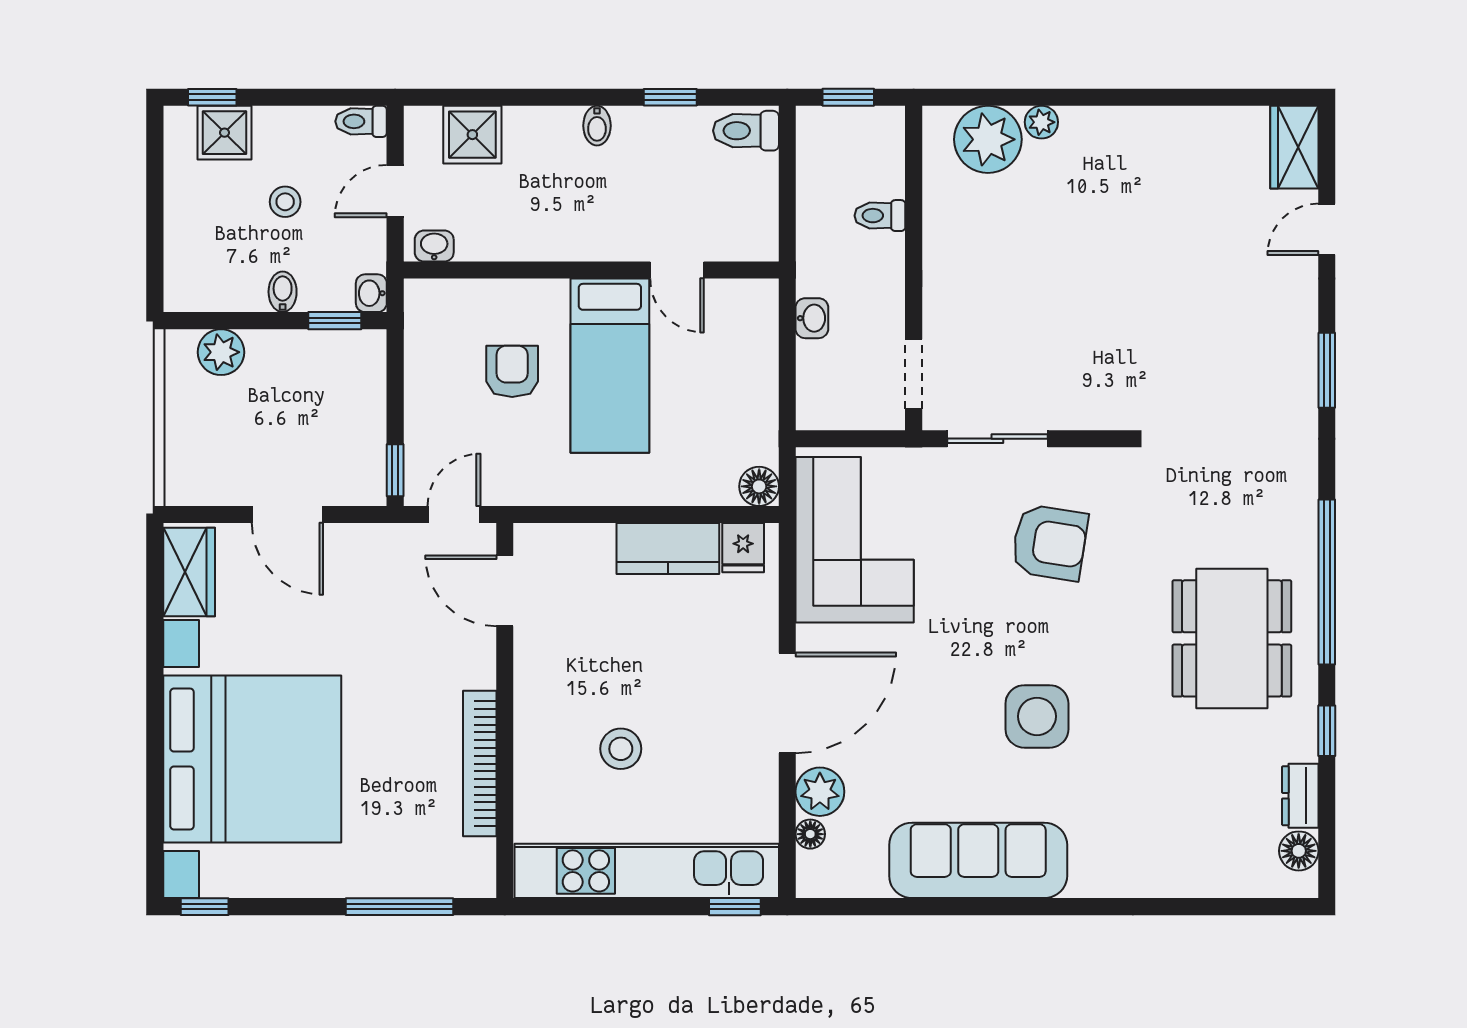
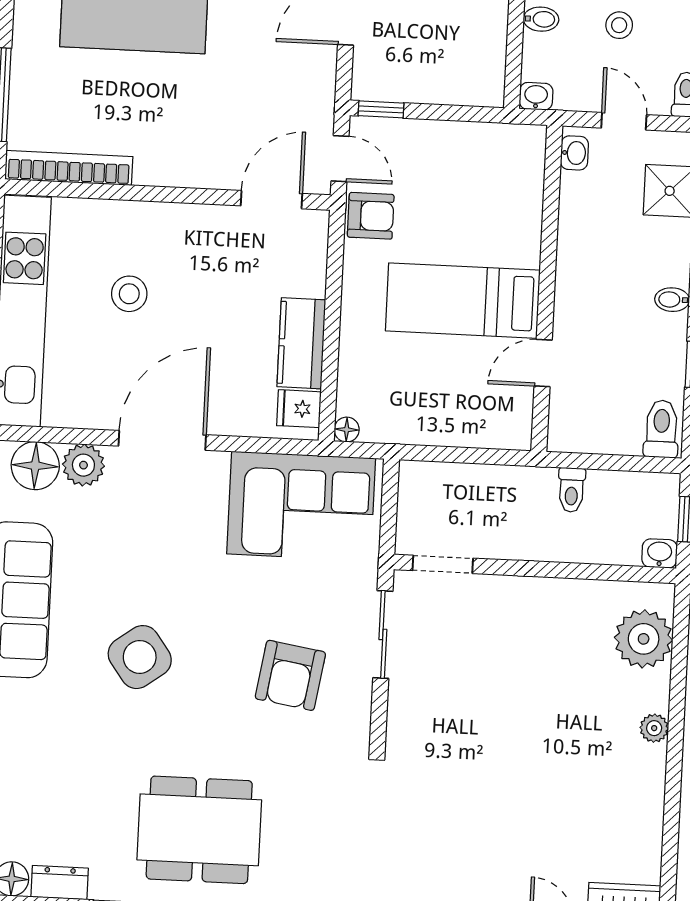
plant: (1041, 122) -> (654, 728), moved
toilet: (880, 216) -> (572, 490), moved, turned 180
washbasin: (812, 318) -> (660, 553), moved, turned 180
window: (335, 321) -> (514, 63), removed
armchair: (512, 371) -> (371, 216), moved
floor lamp: (759, 486) -> (347, 430), width x0.73, depth x0.73
door: (787, 703) -> (162, 440), swing flipped
side table: (1037, 716) -> (140, 657), turned -36
bookcase: (480, 764) -> (69, 168), moved
floor lamp: (810, 834) -> (35, 466), width x1.89, depth x1.89

